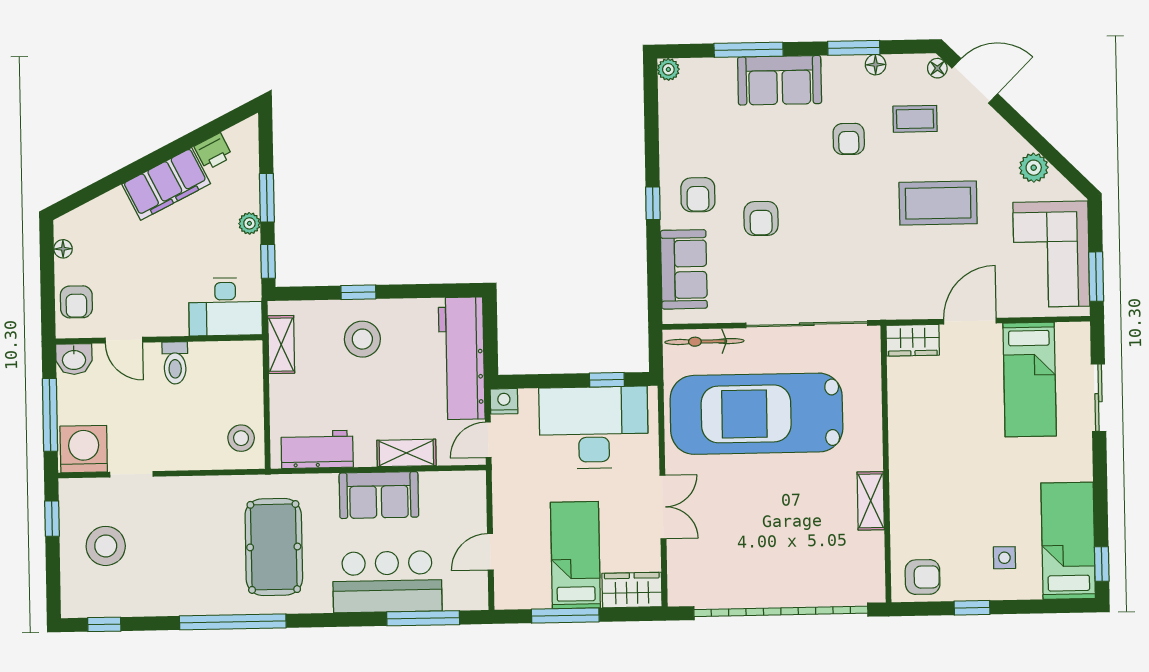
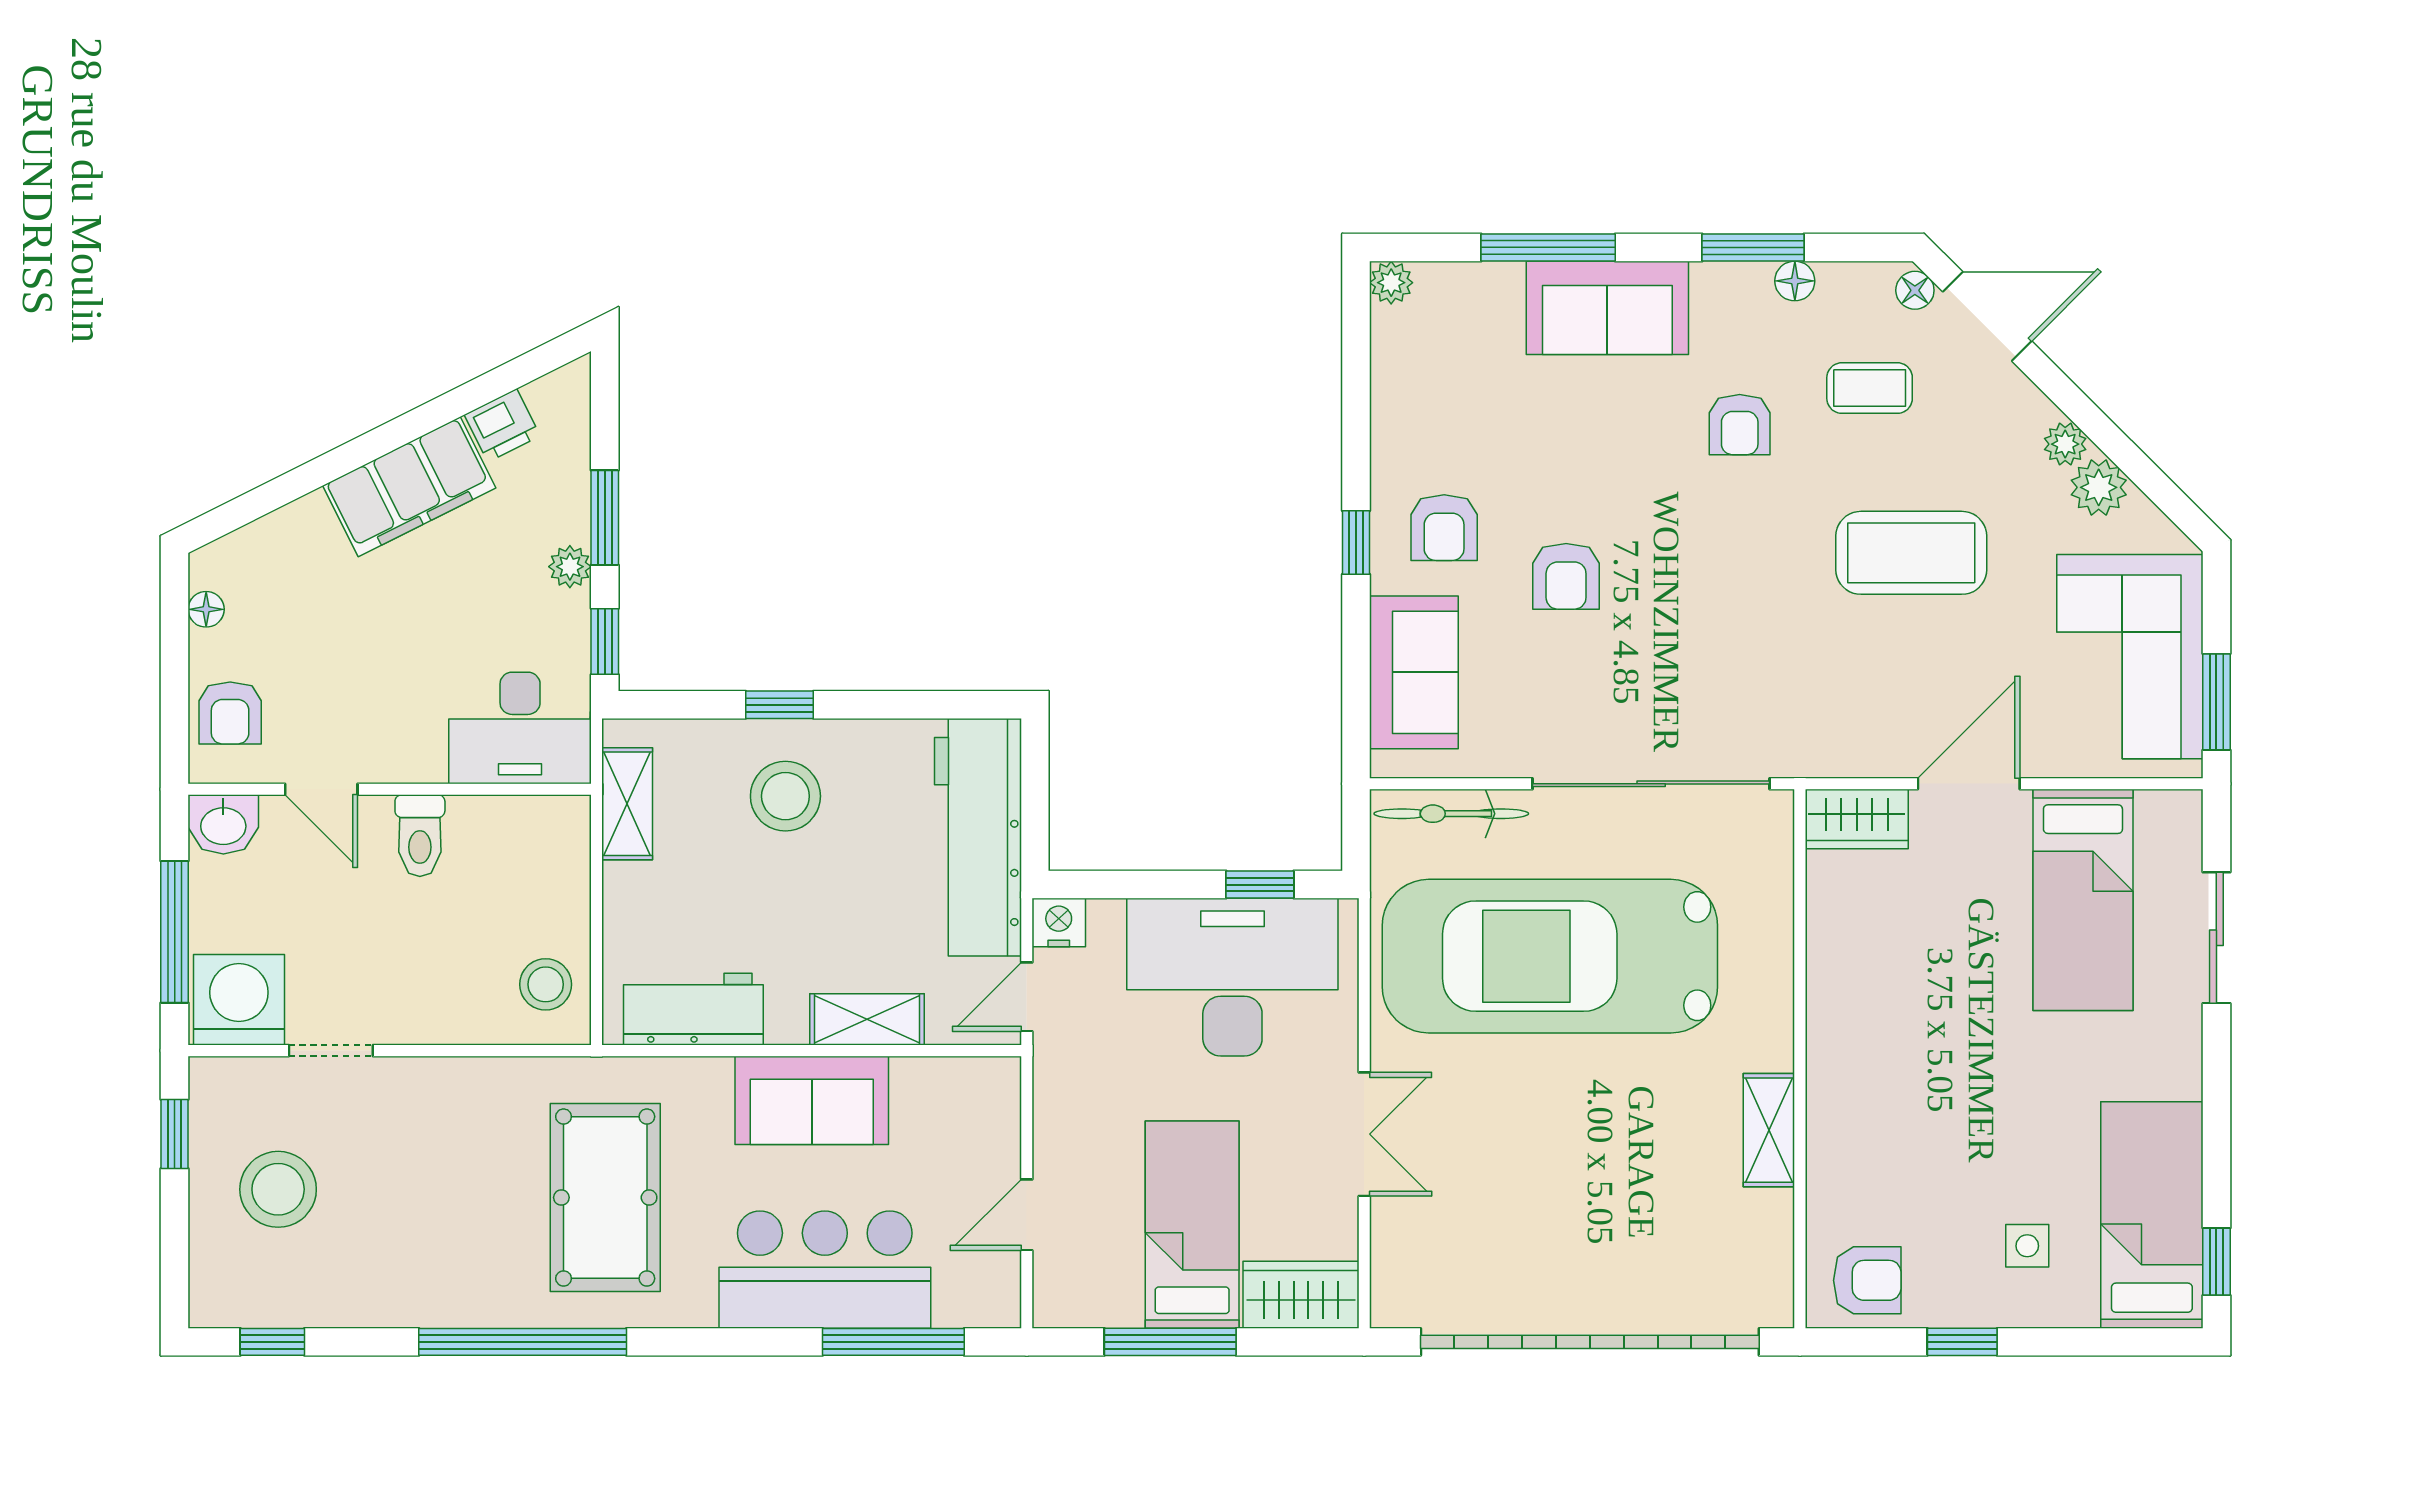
plant: (1016, 146) -> (2065, 444), added

